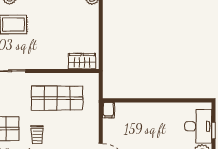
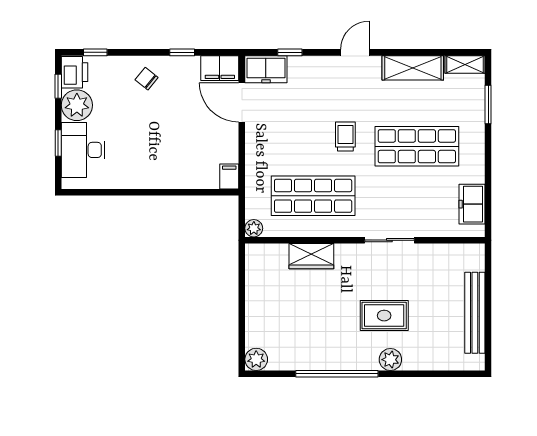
wardrobe: (82, 61) -> (311, 256), moved
plant: (93, 78) -> (254, 228), added

